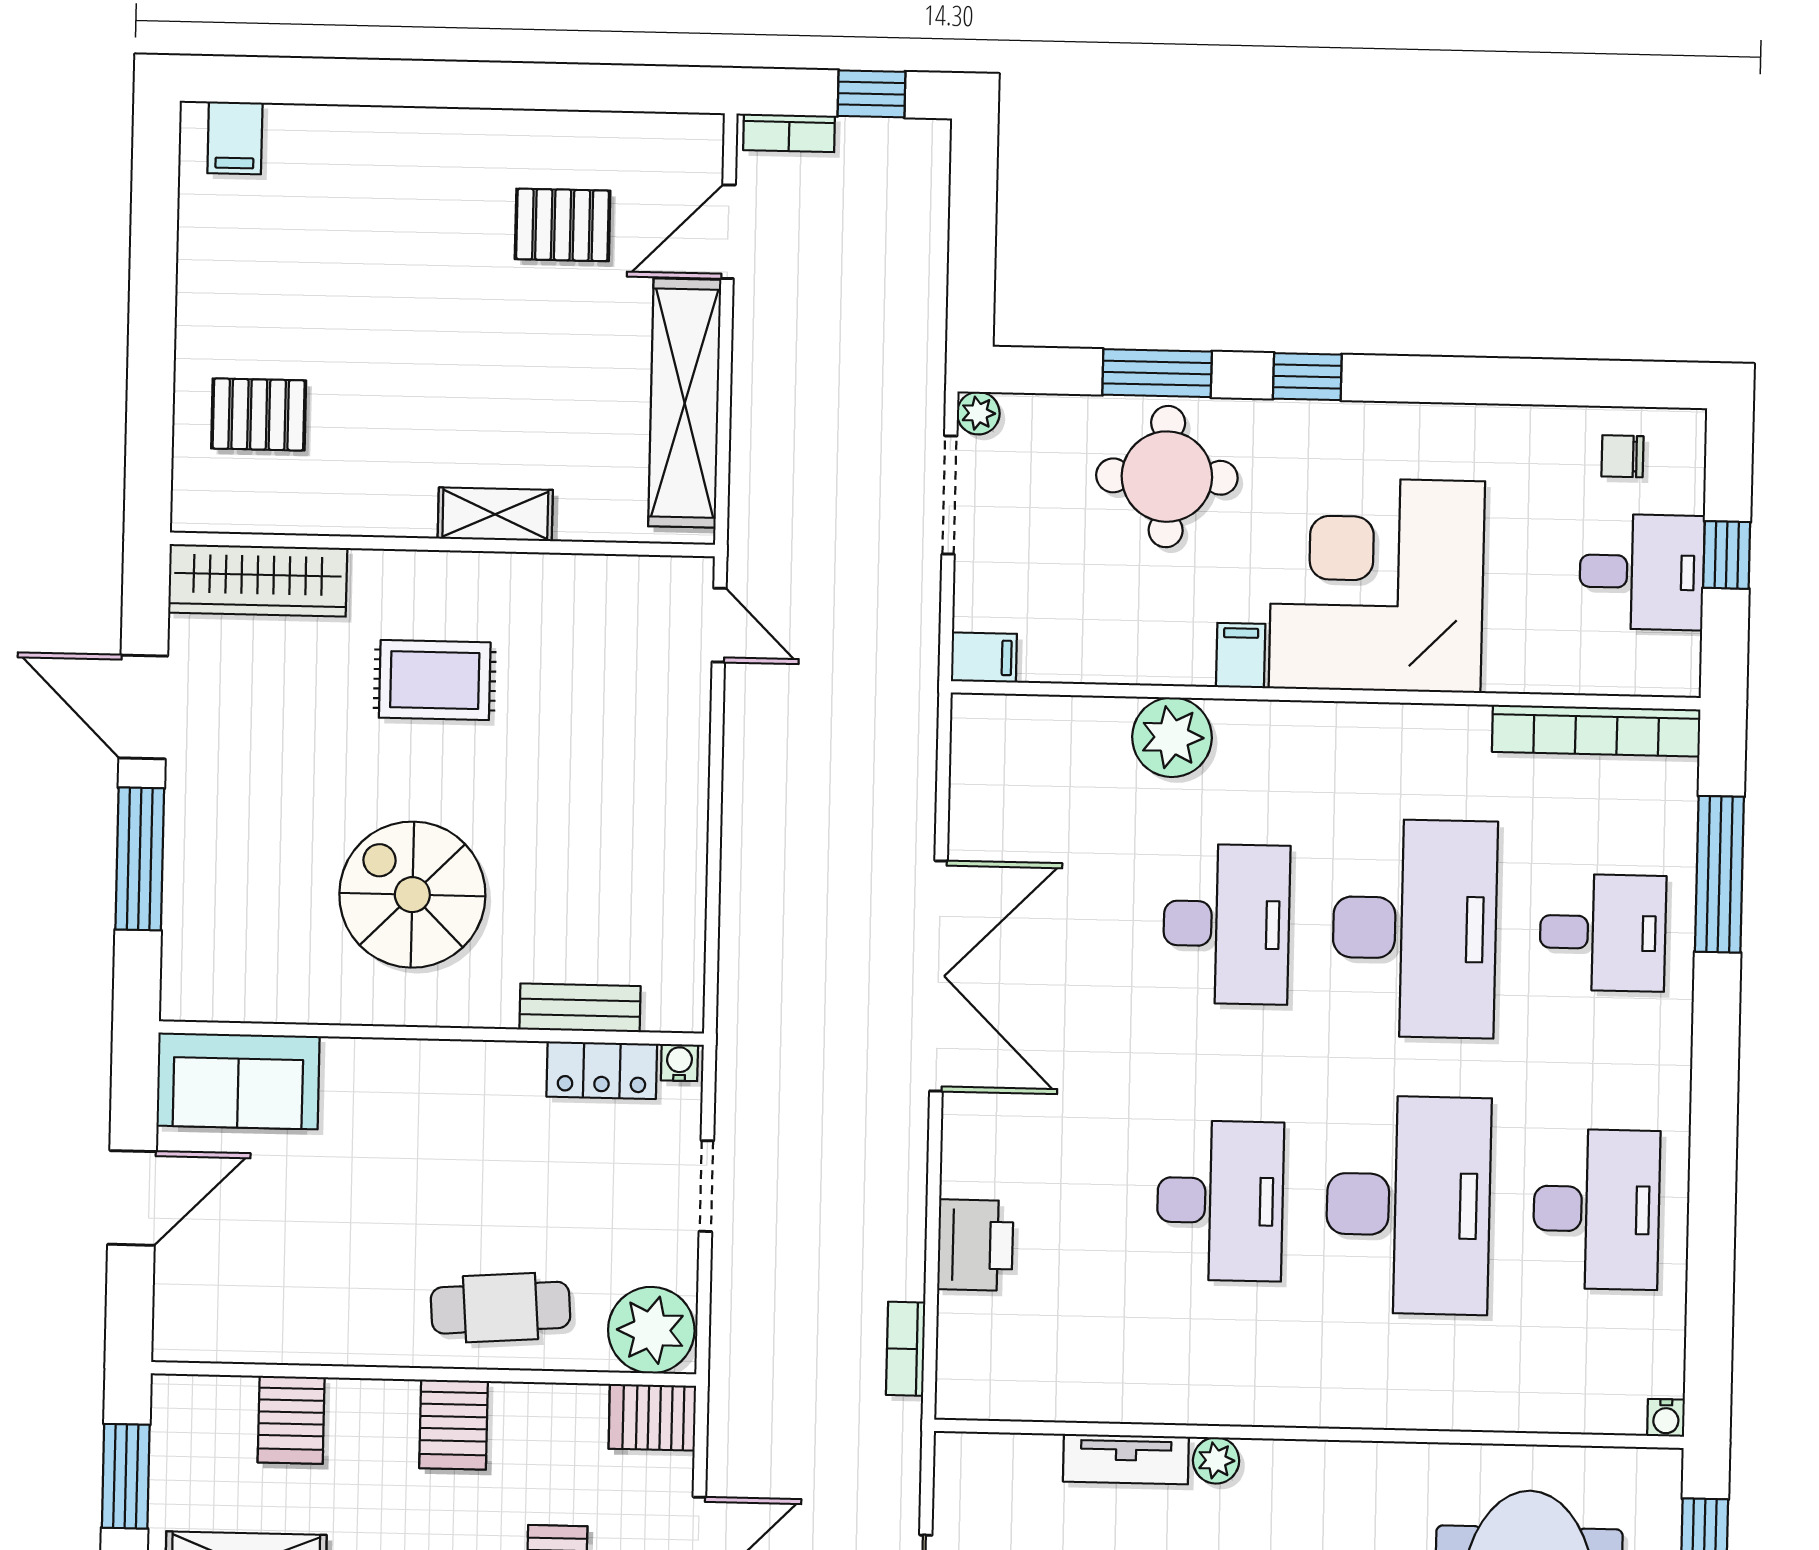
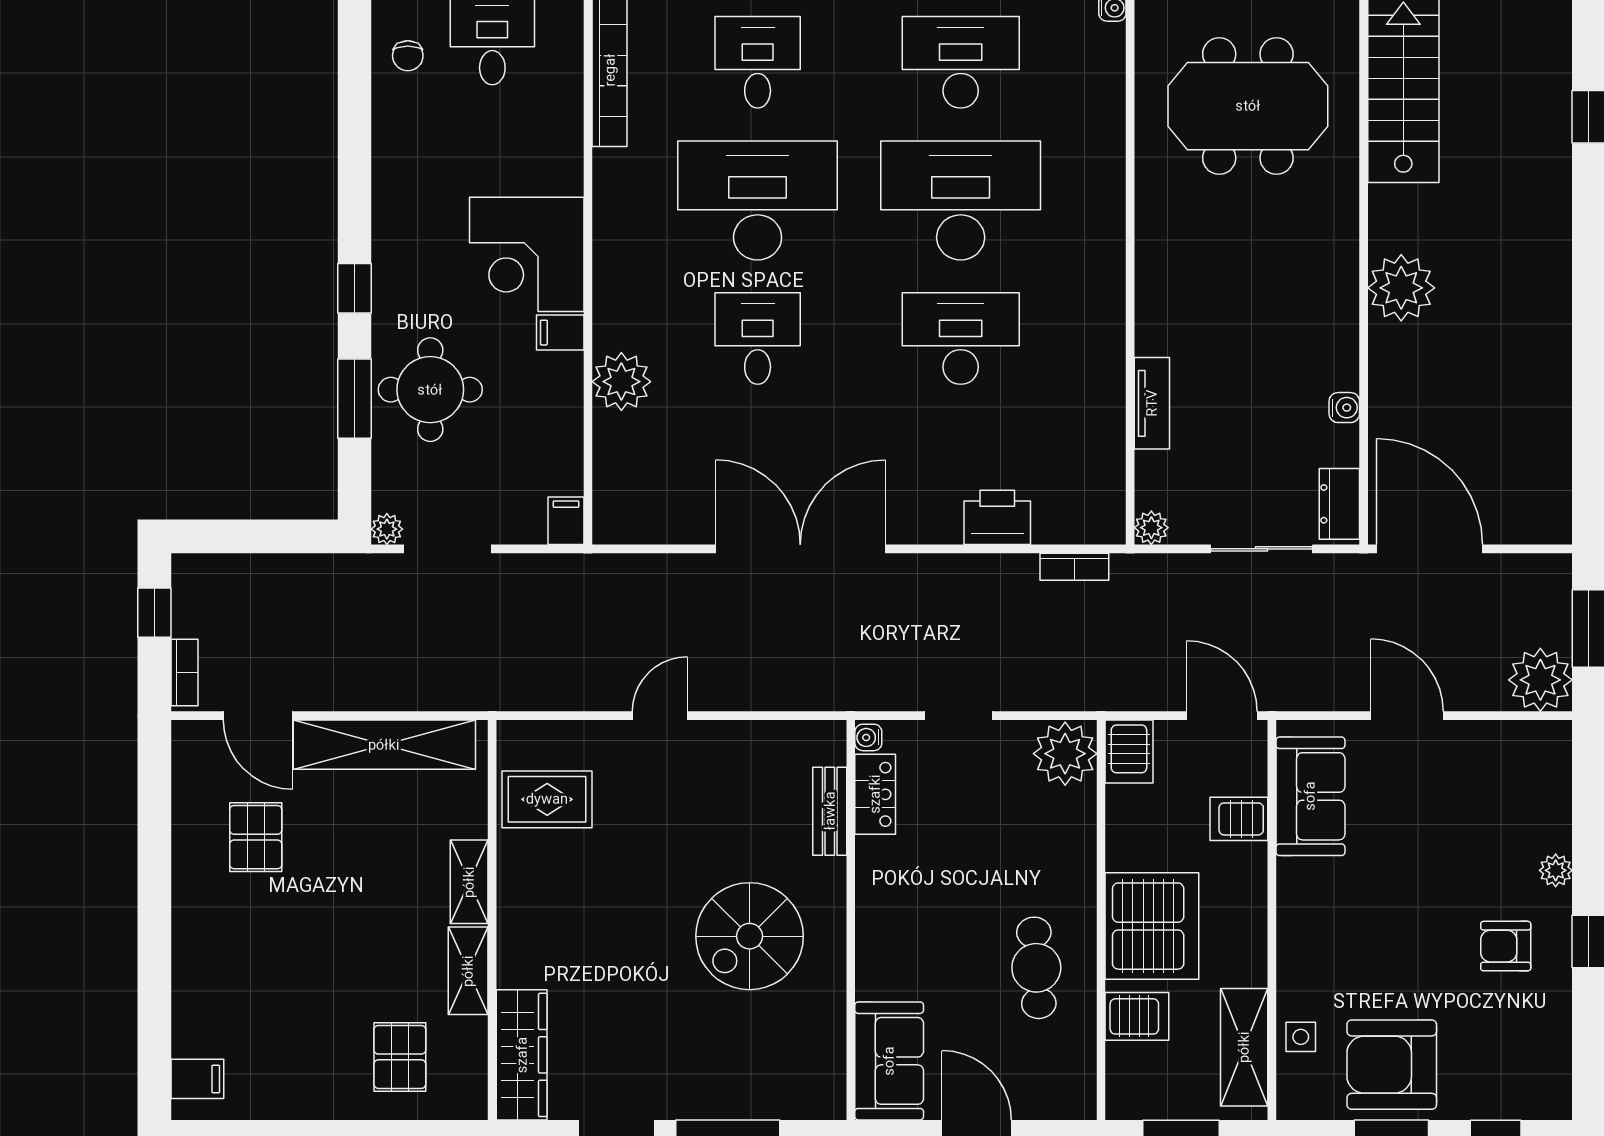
shelving: (374, 510) -> (468, 971), added
corner desk: (1377, 585) -> (527, 254), width x0.74, depth x0.74
door: (719, 625) -> (660, 716), moved
rug: (435, 680) -> (547, 799), moved, turned 90
desk: (1226, 924) -> (758, 339), width x0.73
cafe table: (500, 1308) -> (1036, 968), moved
server rack: (454, 1425) -> (1152, 926), width x2.18, depth x1.44
plant: (1216, 1460) -> (1151, 528), moved

